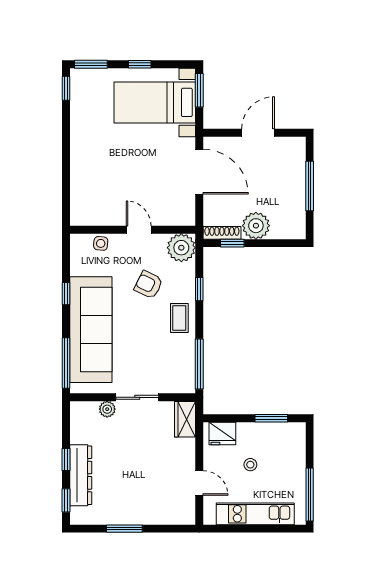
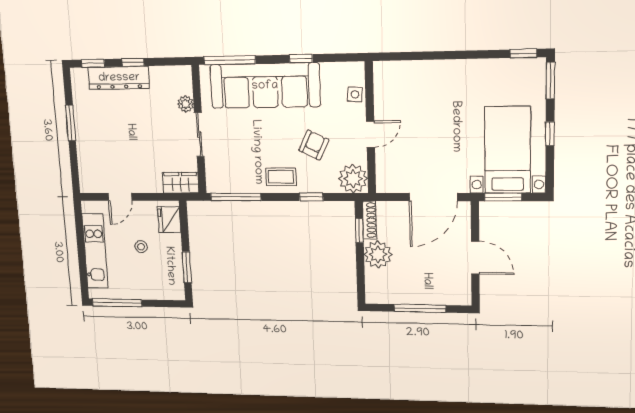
window: (199, 90) -> (503, 197), moved

